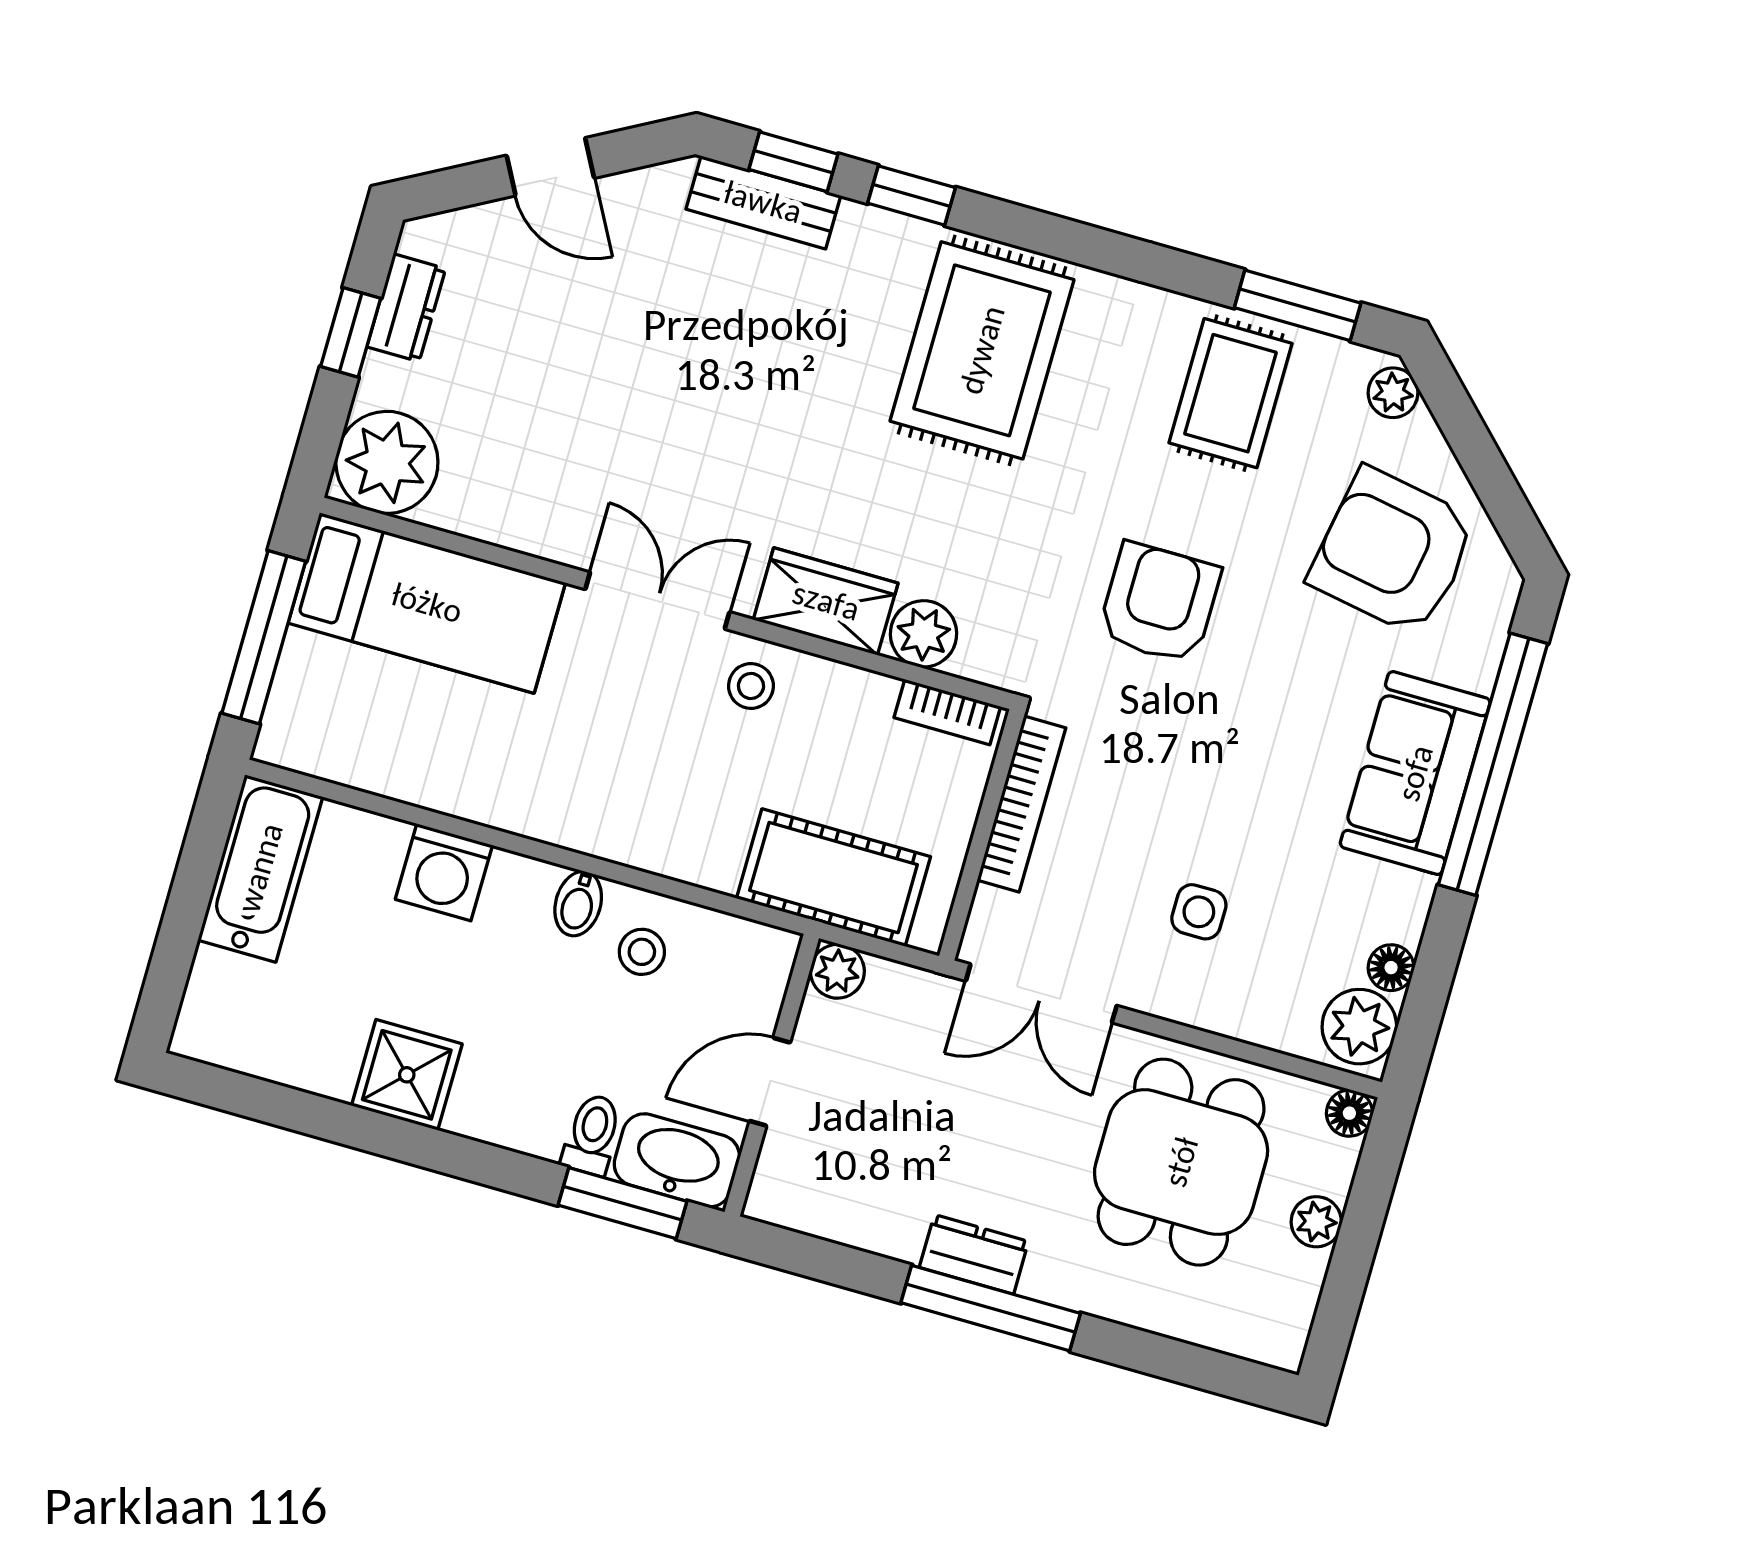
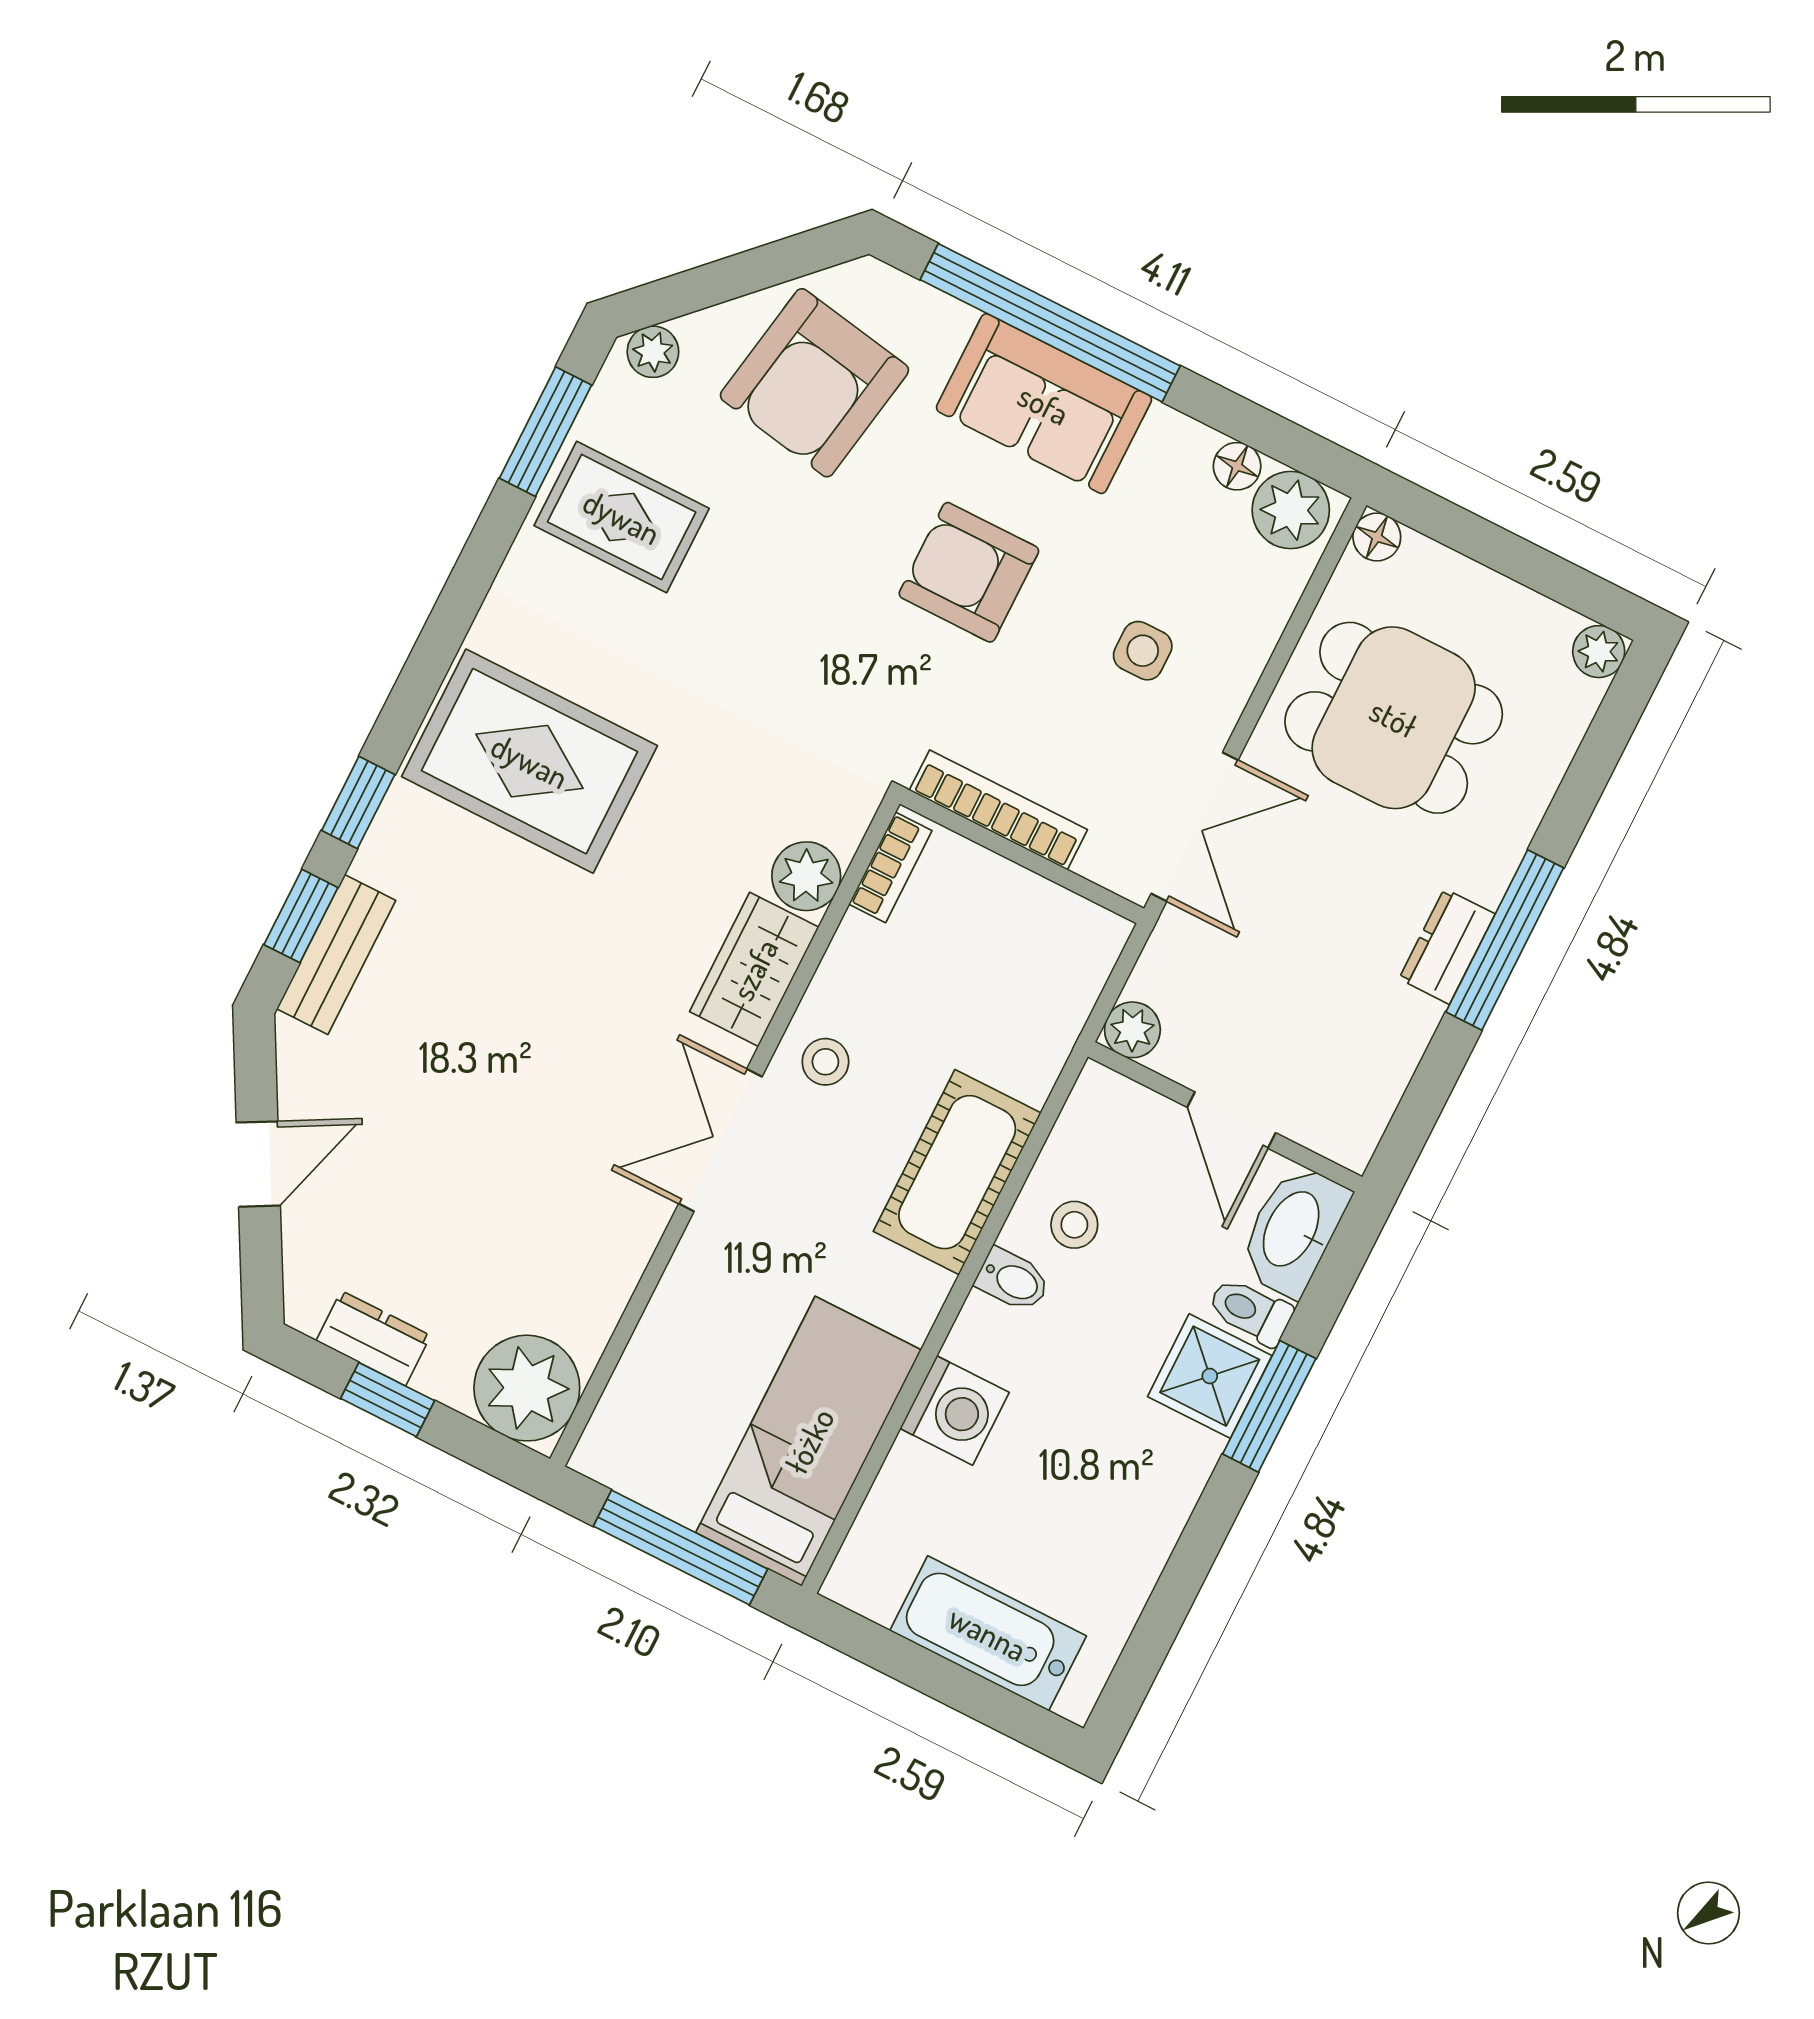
bed: (427, 603) -> (809, 1441), moved
armchair: (1159, 603) -> (969, 572), moved
bathtub: (260, 868) -> (988, 1633), moved
cot: (834, 878) -> (957, 1172), moved
shower: (407, 1075) -> (1210, 1376), moved
window: (622, 1203) -> (1269, 1406), moved
plant: (1316, 1222) -> (1599, 652), moved

